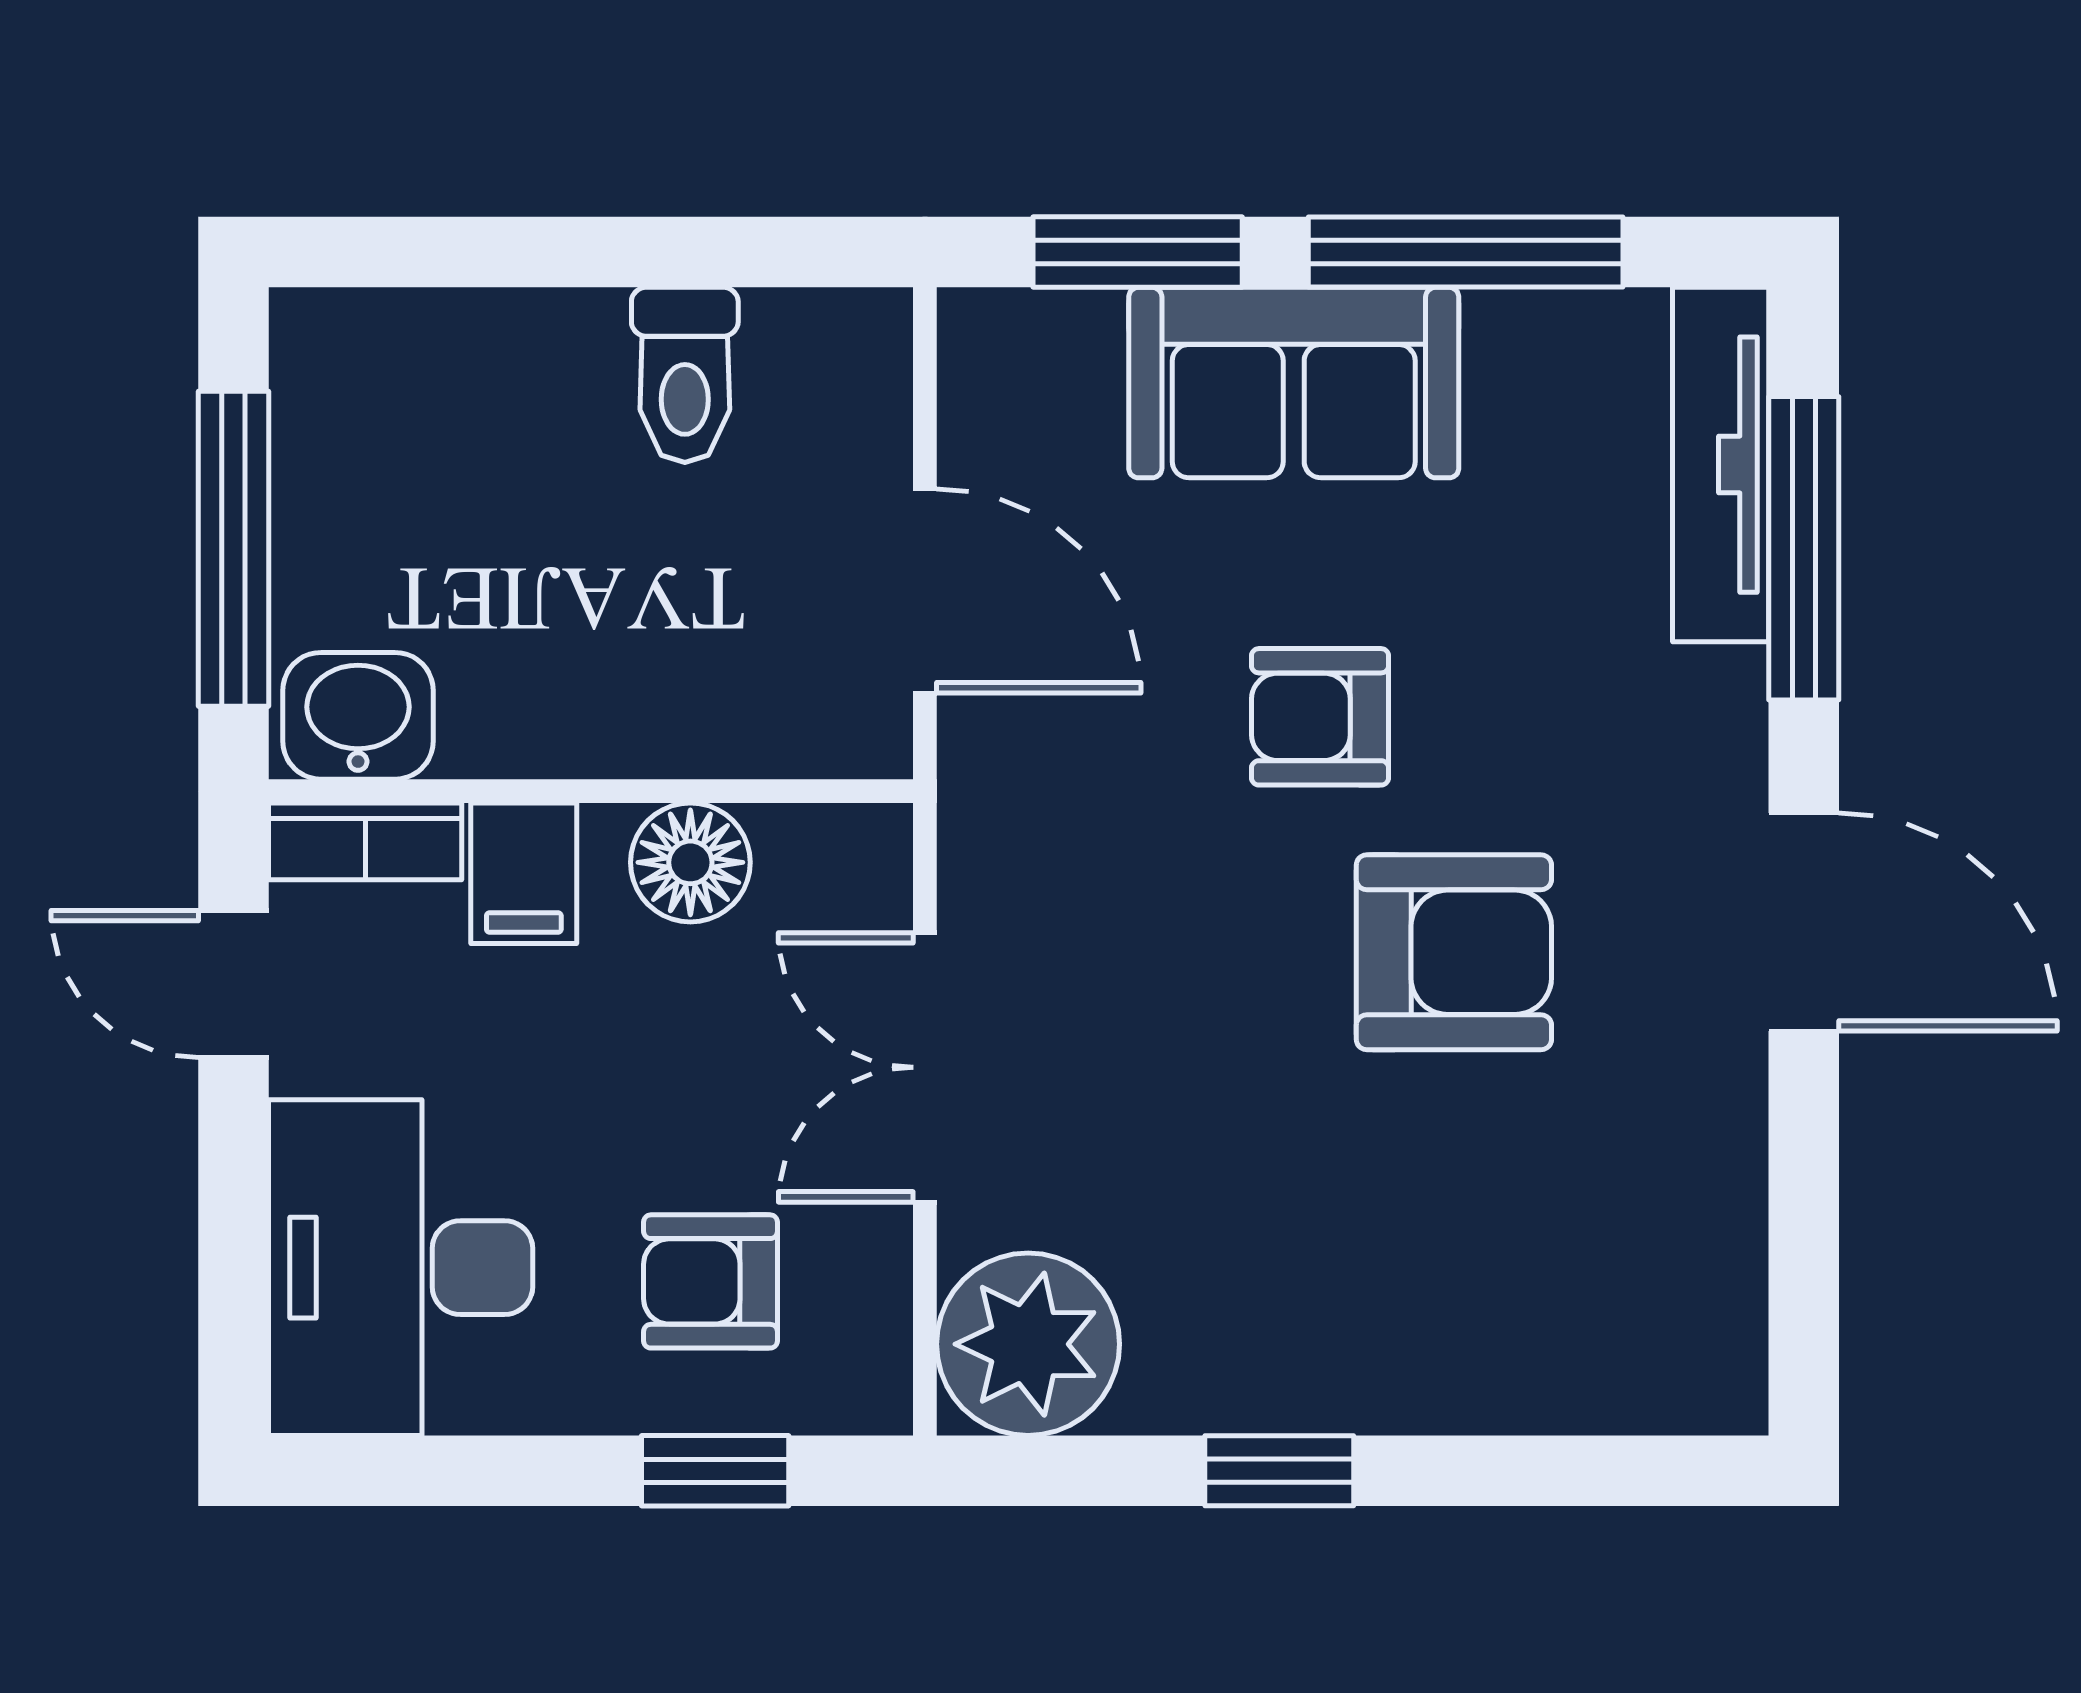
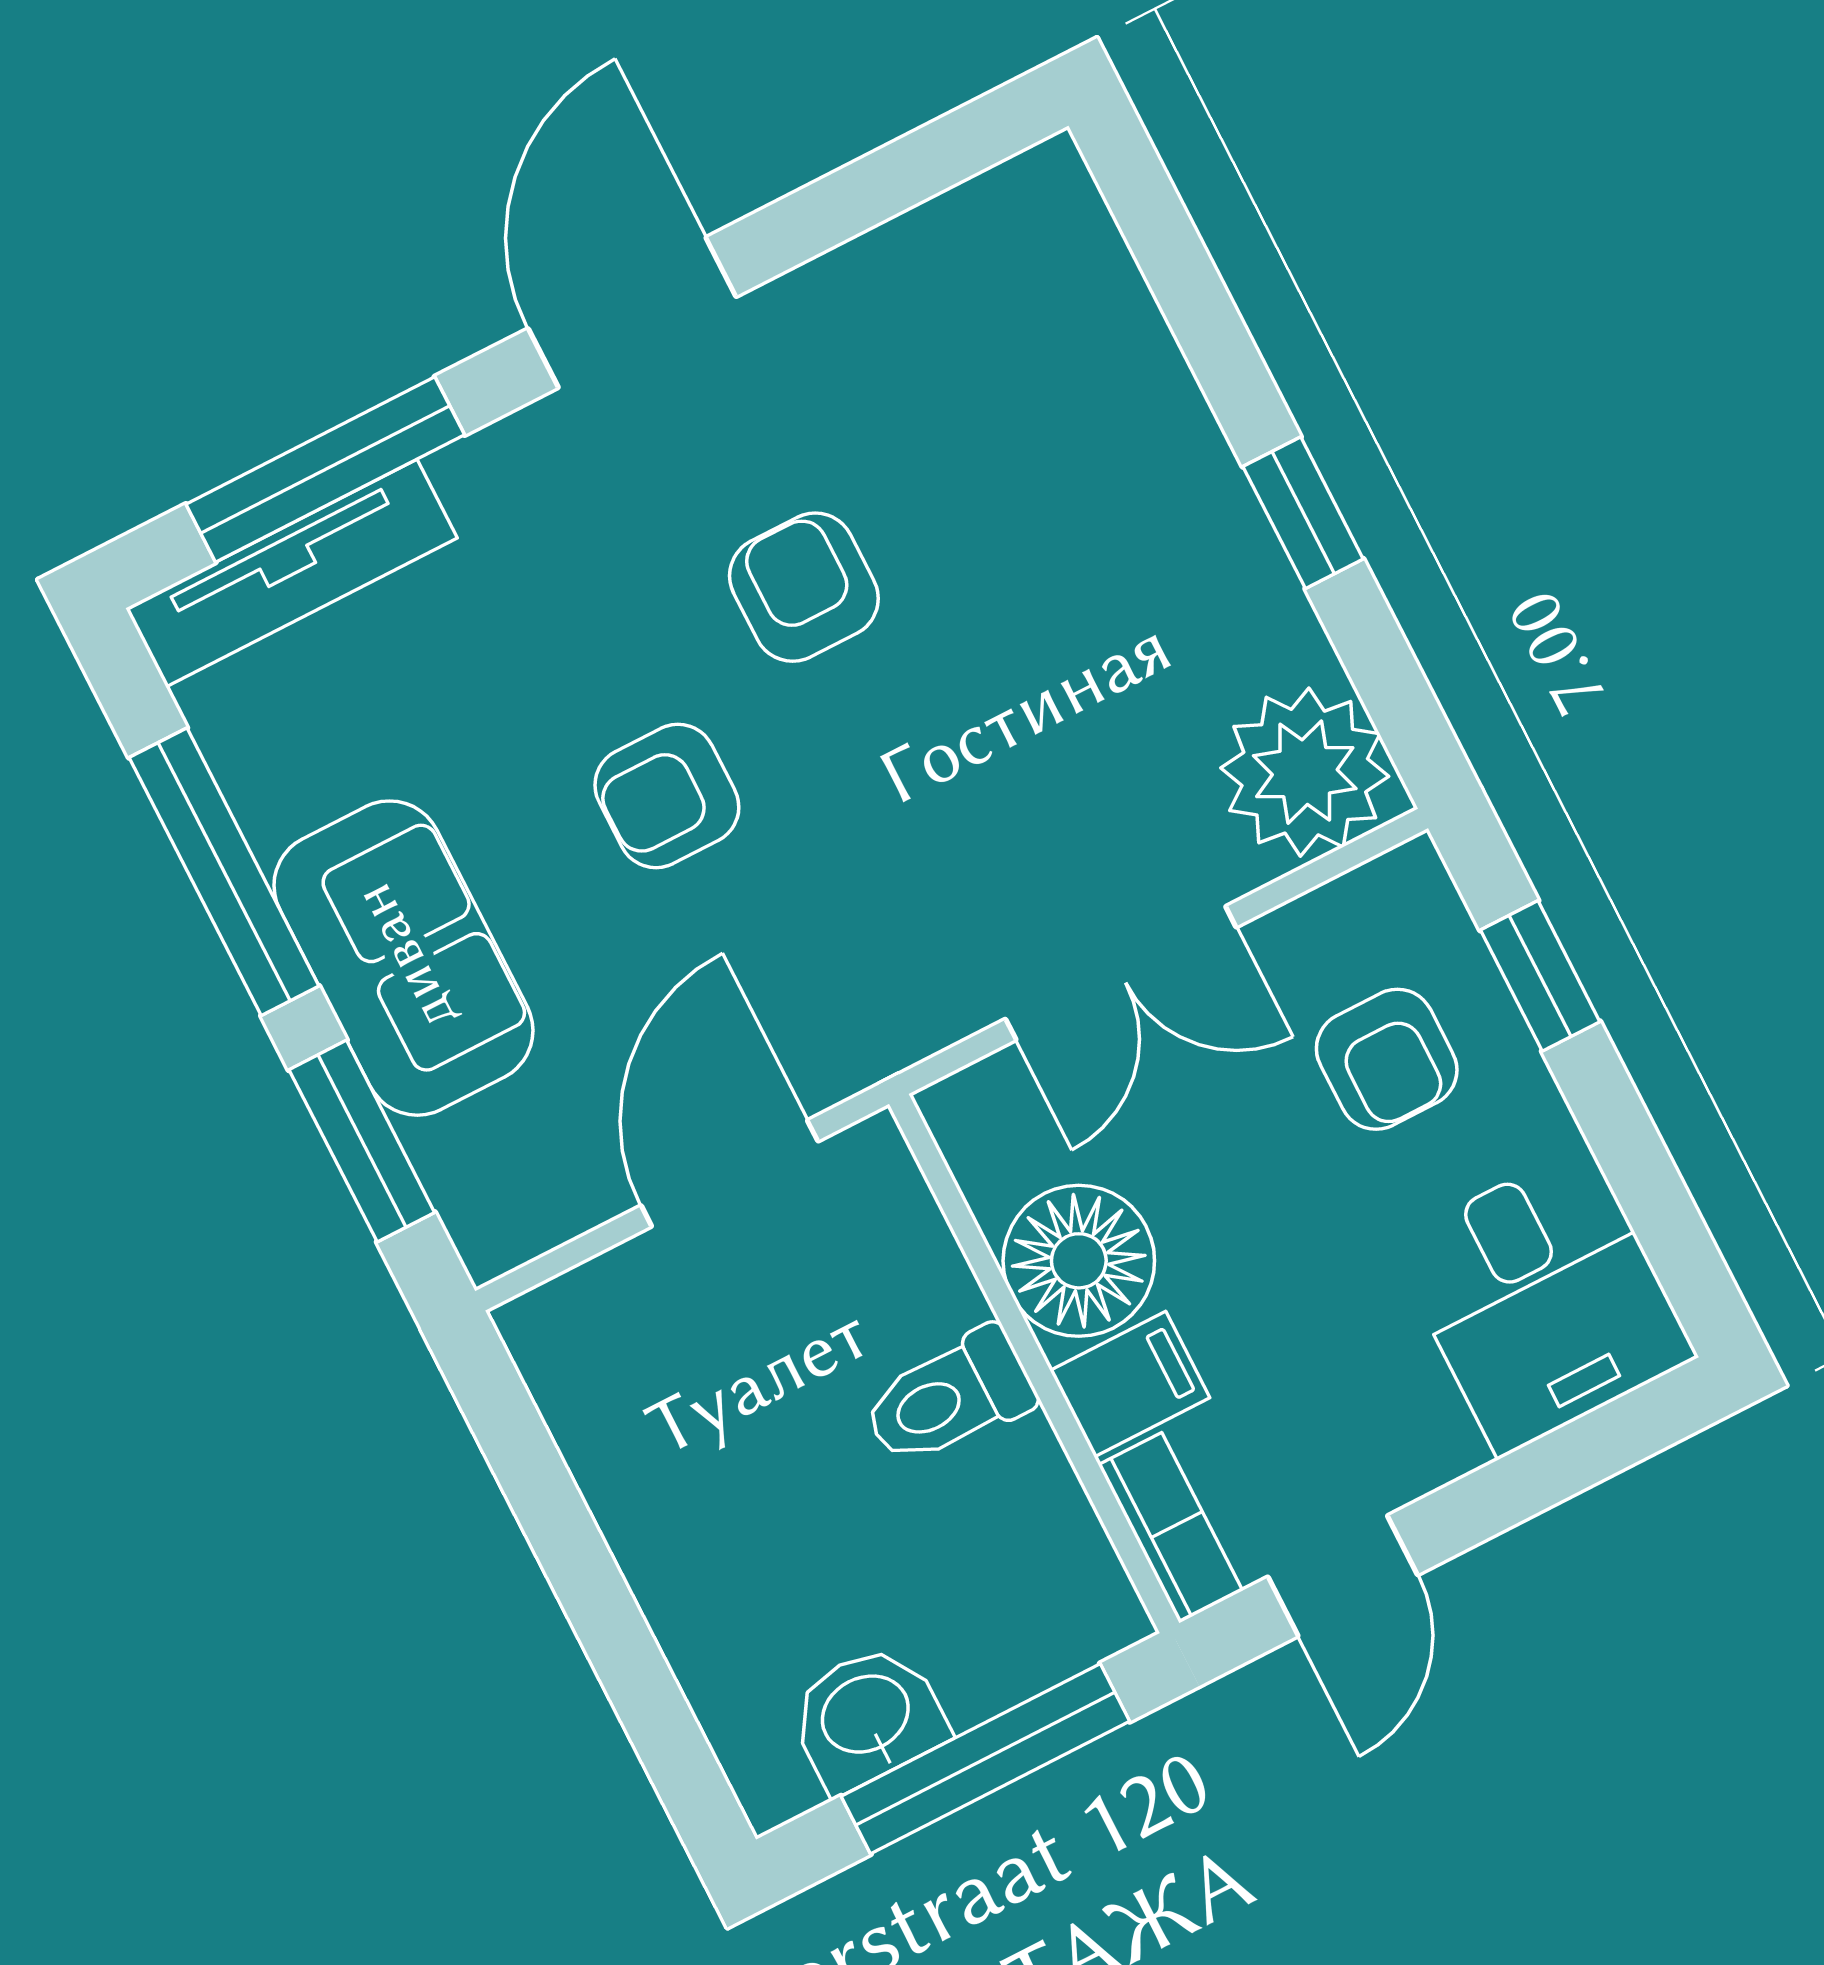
toilet: (685, 375) -> (949, 1398), moved, turned 180
washbasin: (358, 716) -> (867, 1717), moved, turned 90
armchair: (1320, 717) -> (667, 796), turned 90
floor lamp: (690, 862) -> (1079, 1261), width x1.38, depth x1.38
armchair: (1454, 952) -> (804, 587), width x0.72, depth x0.72
desk: (401, 1268) -> (1543, 1300), width x0.73

